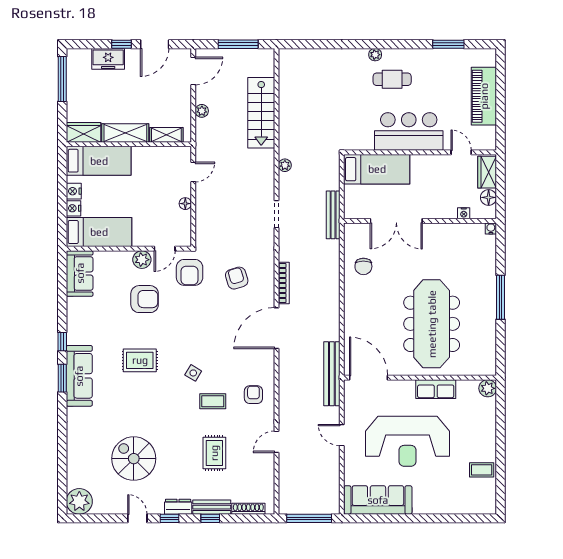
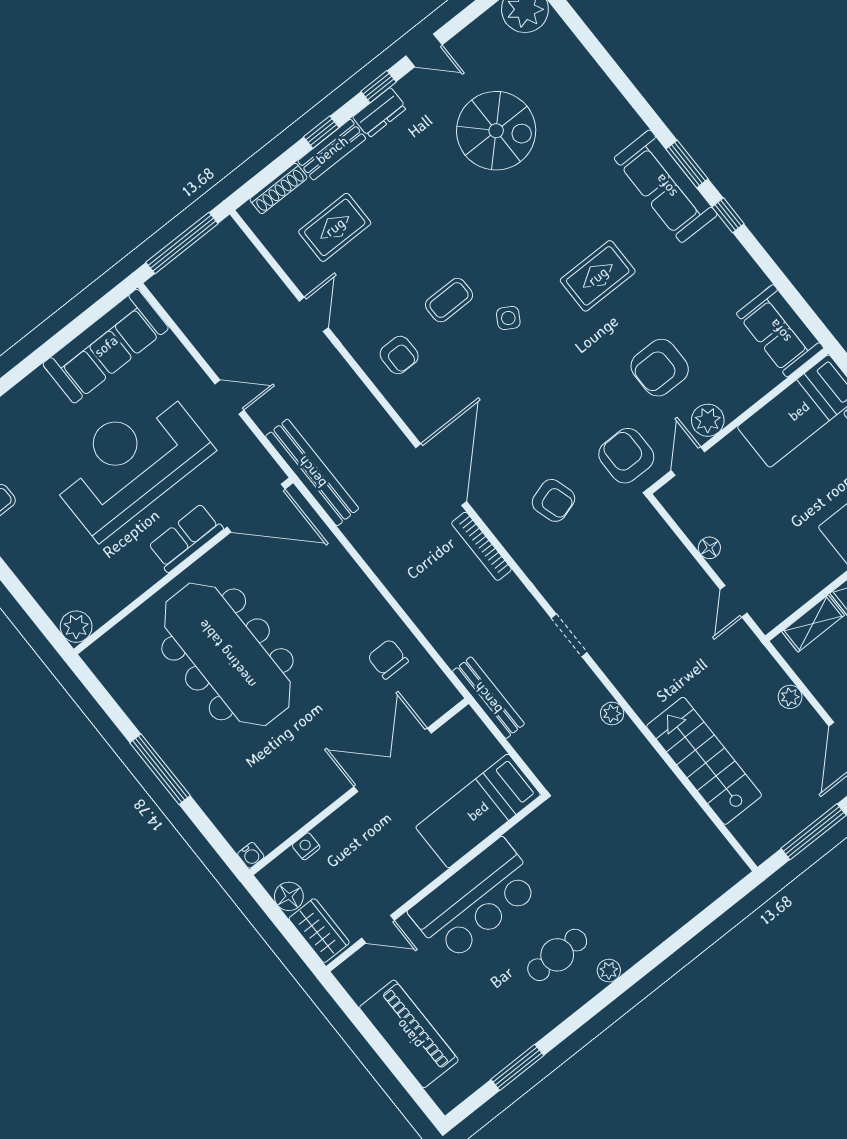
row of seats: (436, 389) -> (185, 538), moved
rug: (214, 453) -> (335, 227), moved, turned 90

